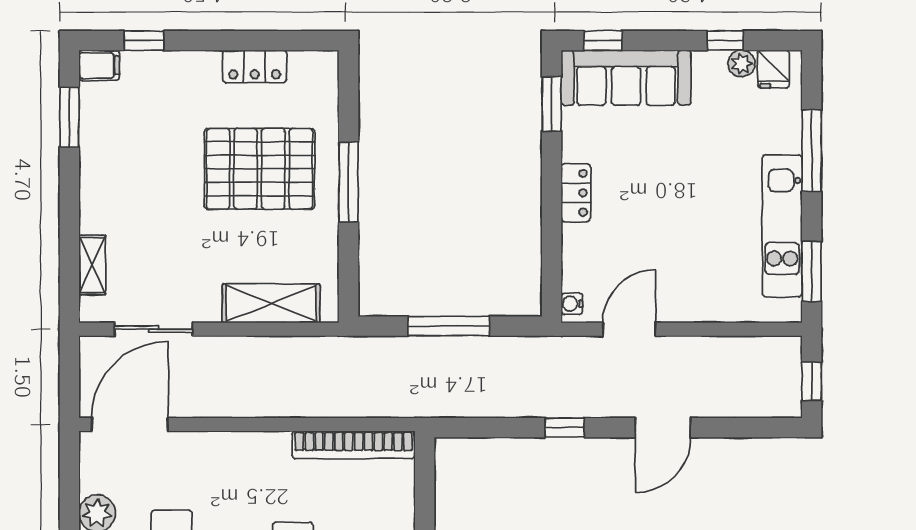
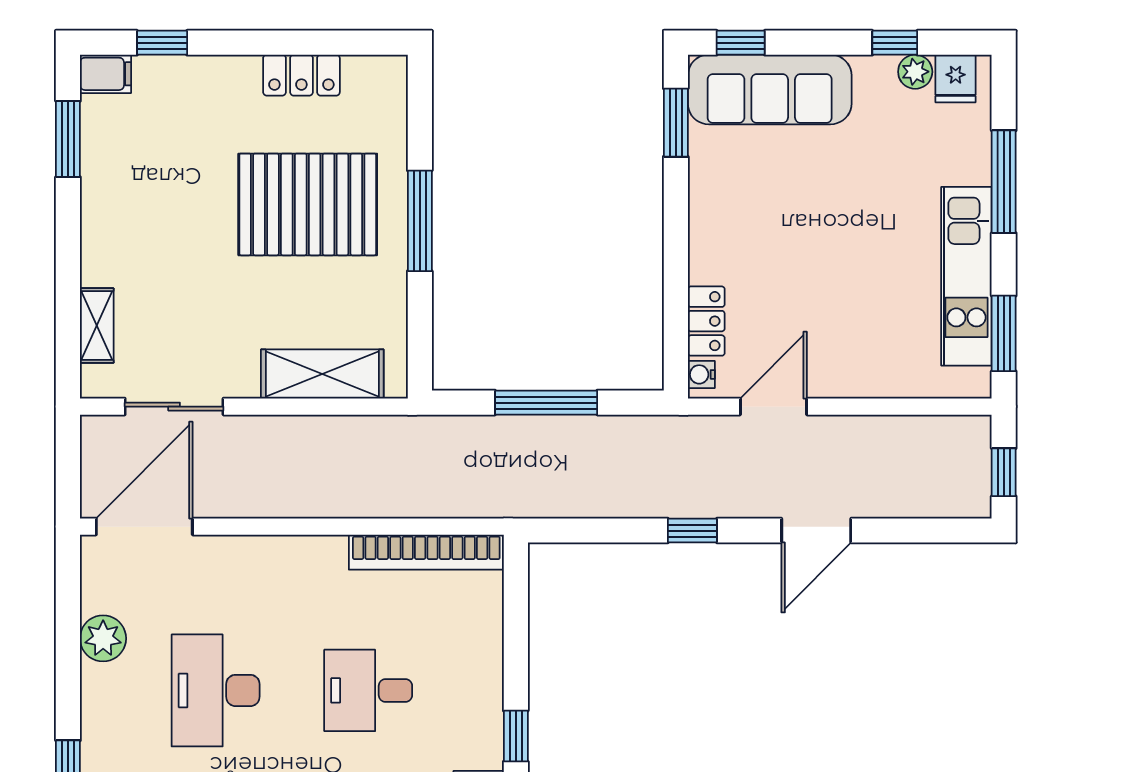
locker: (576, 193) -> (706, 321), moved

